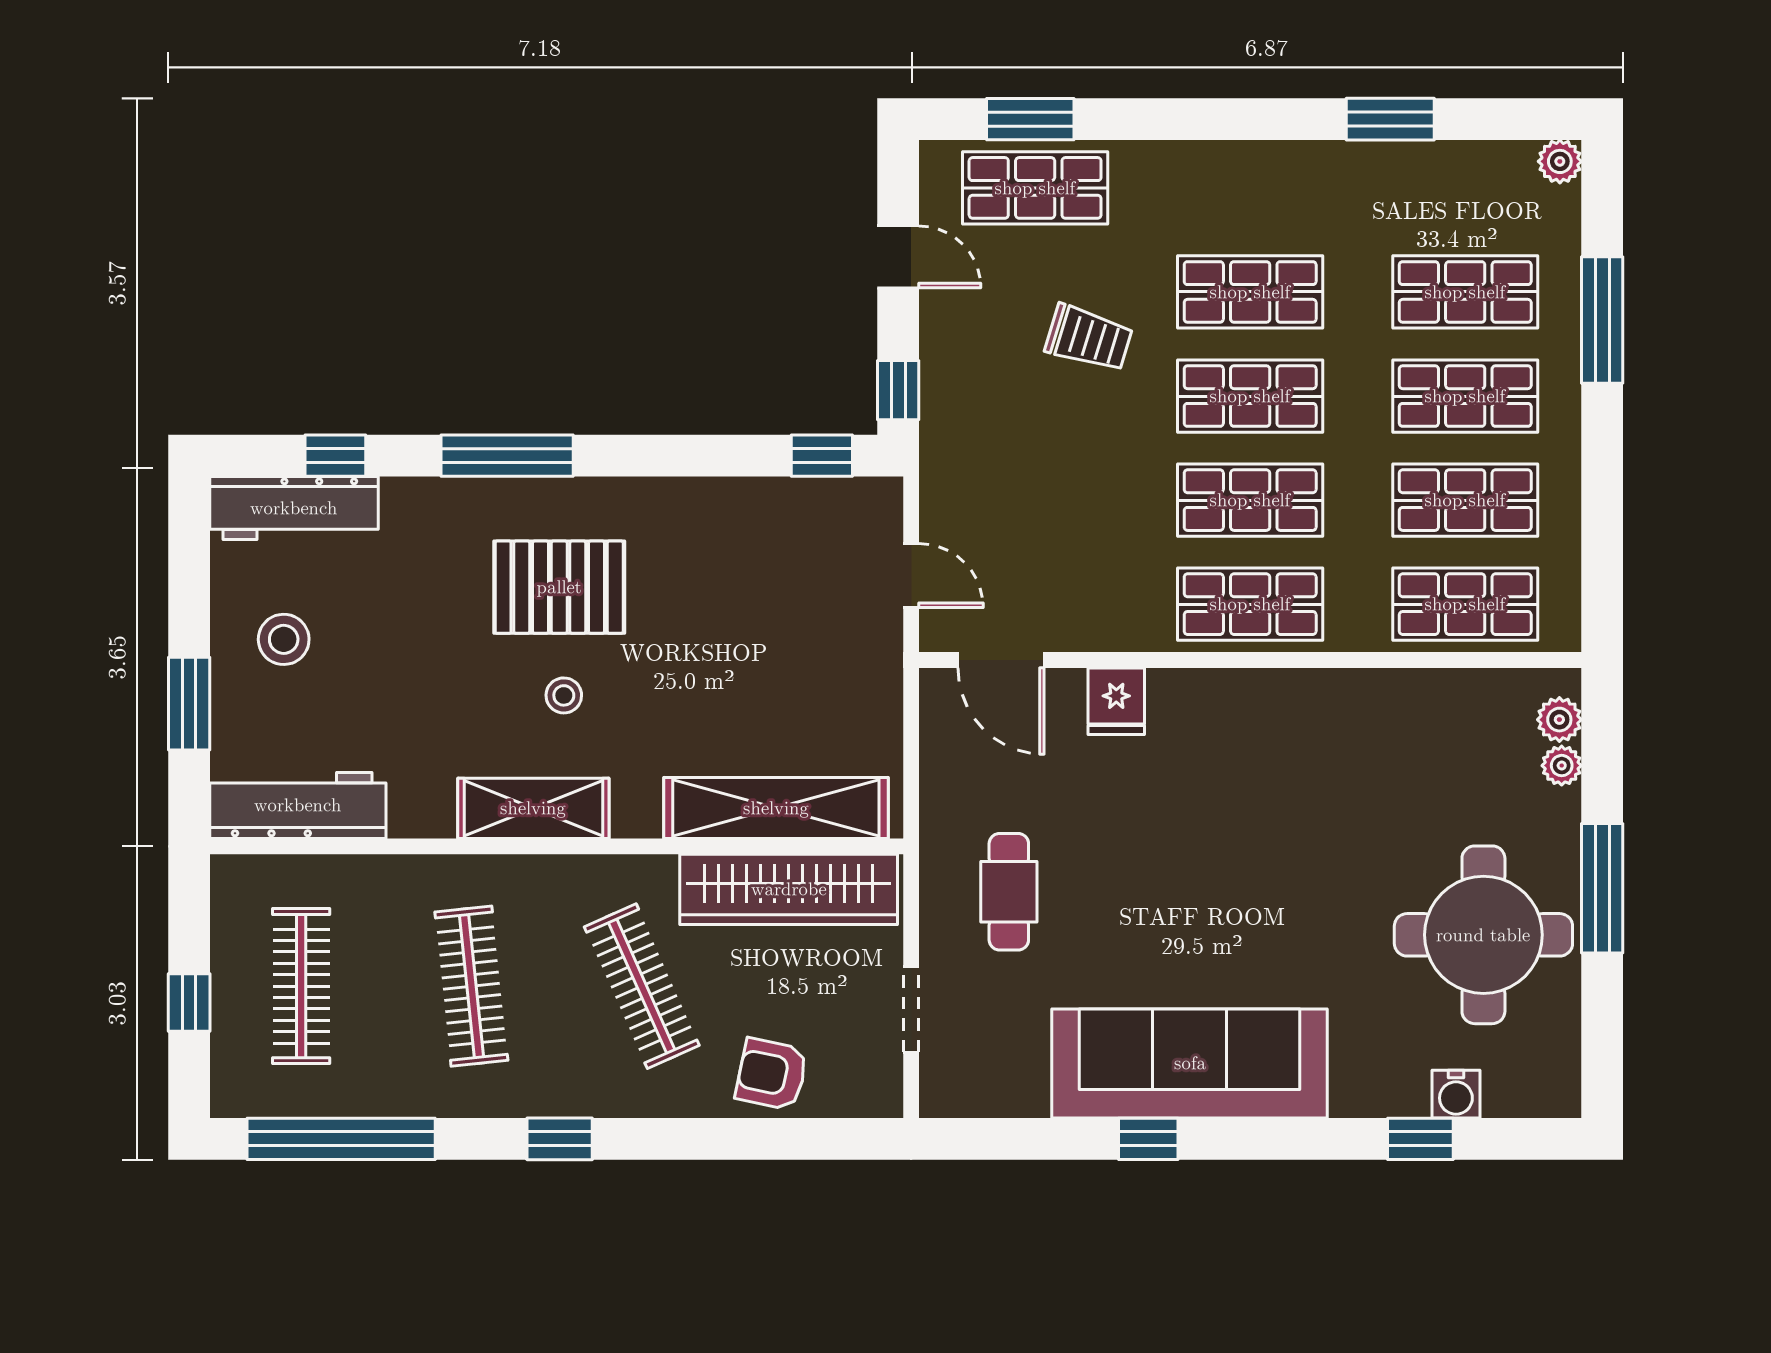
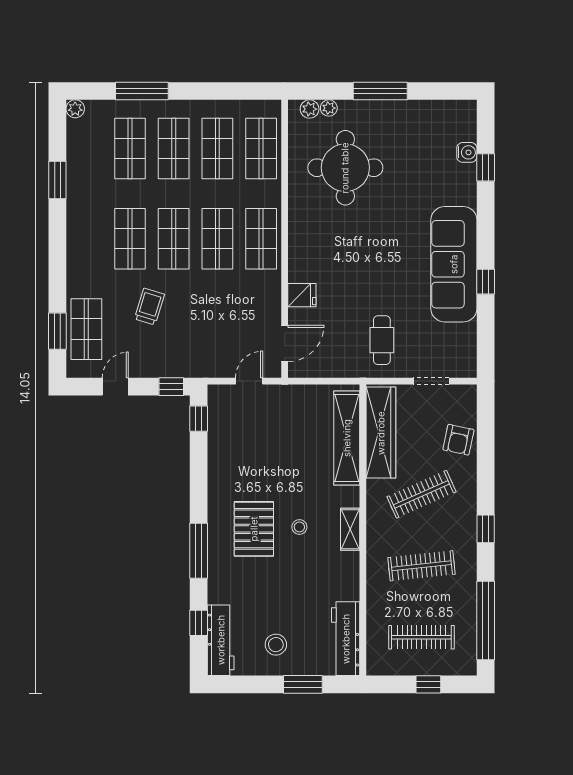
shelving: (533, 808) -> (350, 529), width x0.67, depth x0.75
cafe table: (1009, 892) -> (382, 340), turned 90
round table: (1483, 935) -> (345, 168), moved

